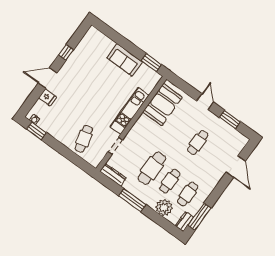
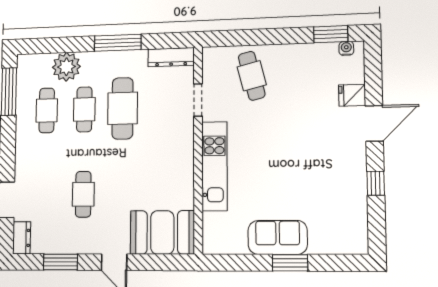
window: (151, 63) -> (290, 263), moved
booth: (162, 105) -> (162, 232), moved, turned 90
dresser: (184, 221) -> (22, 238), moved

